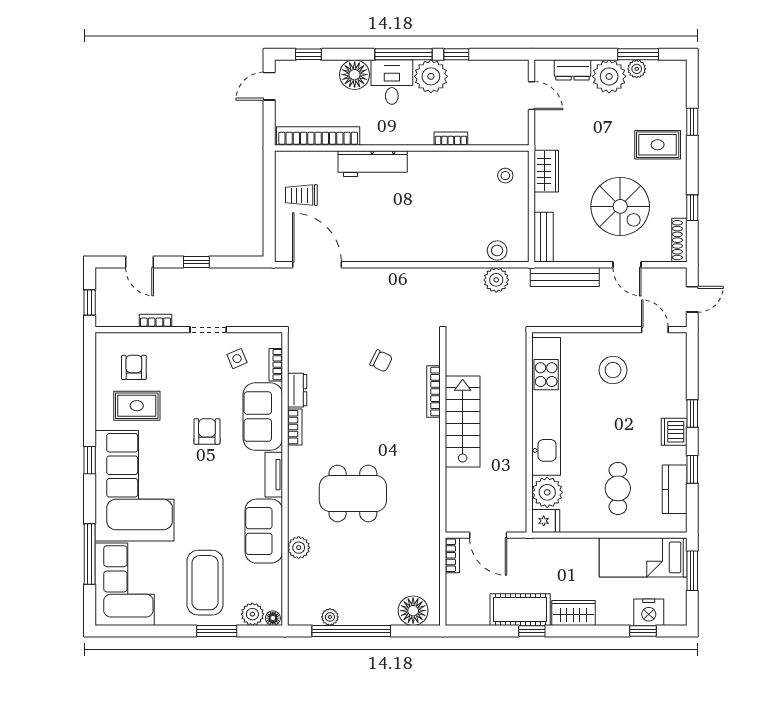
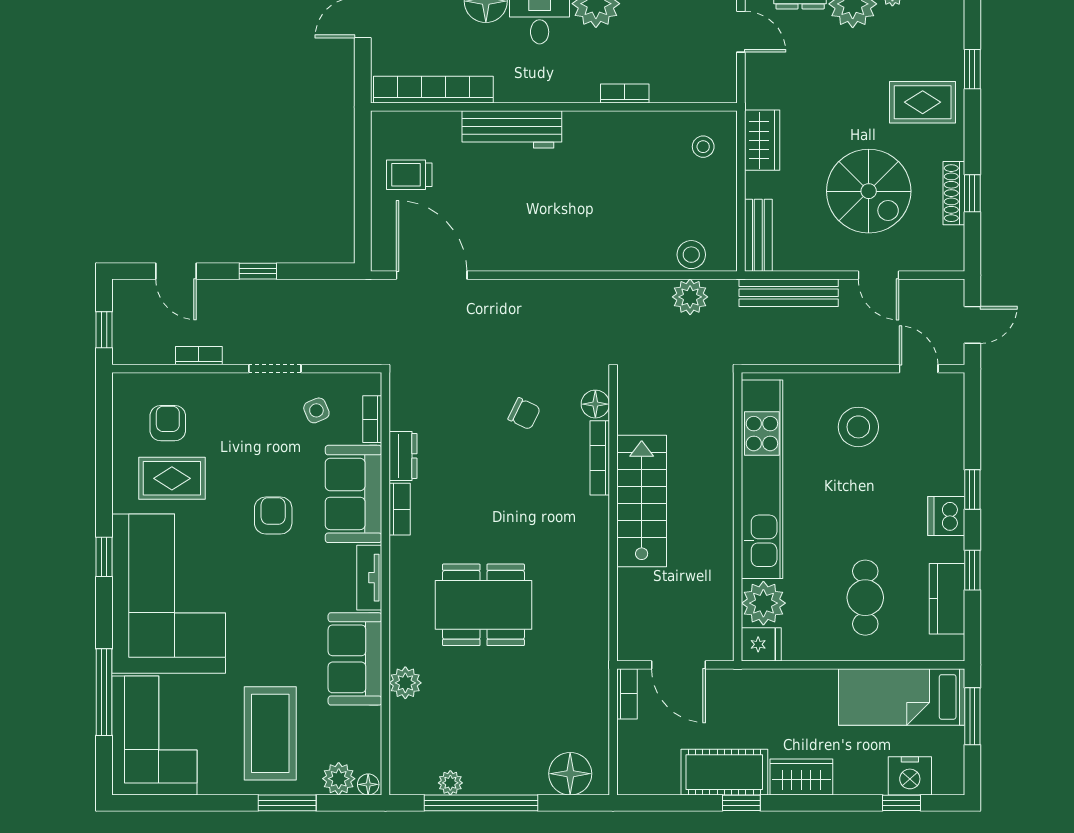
shoe rack: (679, 240) -> (954, 193), moved
floor lamp: (430, 354) -> (595, 404), added

